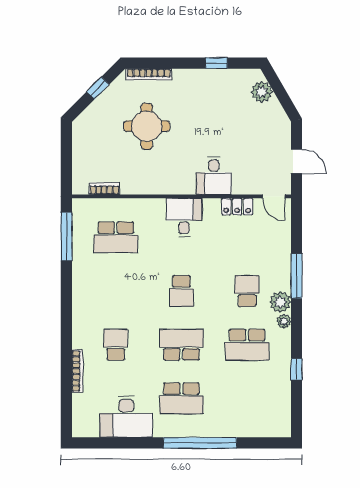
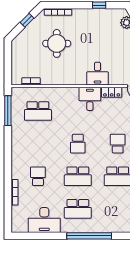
desk: (184, 217) -> (90, 99), moved
school desk: (181, 345) -> (78, 176), turned 180

